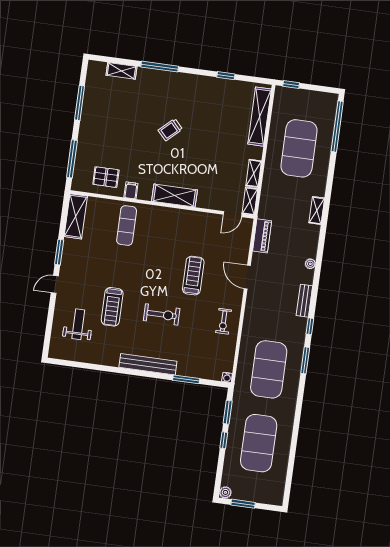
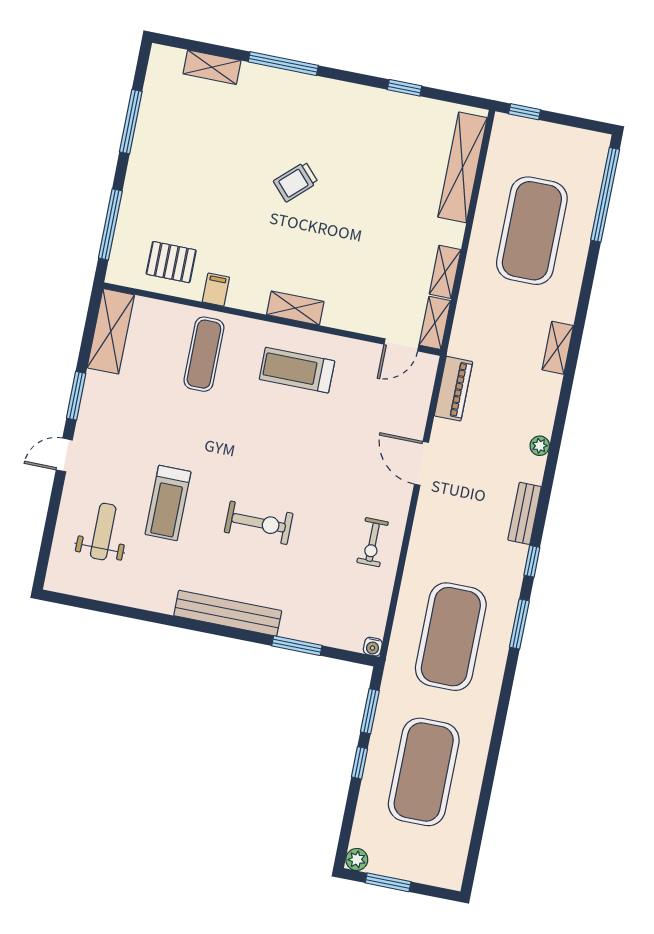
shelving: (175, 196) -> (295, 308), width x0.67, depth x0.75
treadmill: (193, 276) -> (297, 370), moved, turned -90

